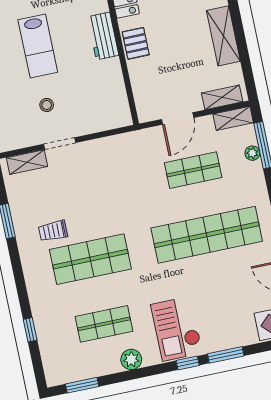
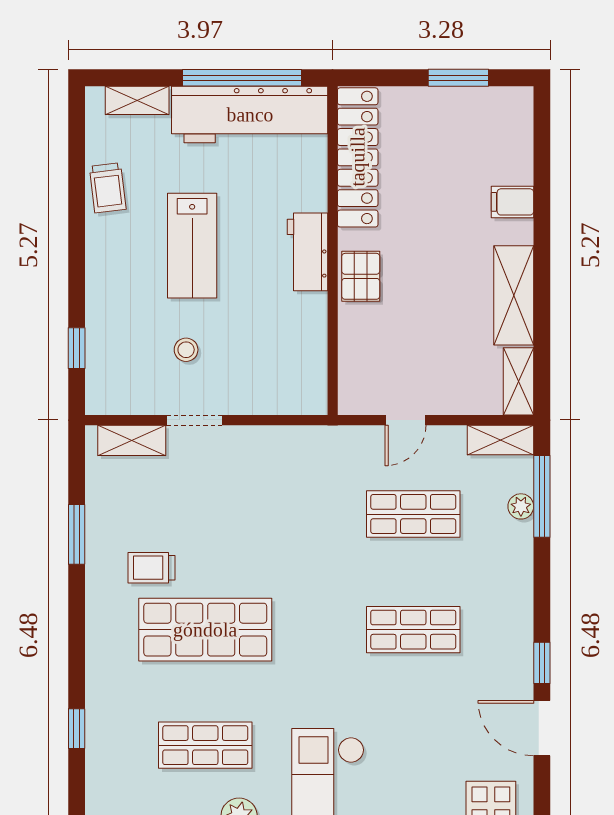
shelving: (222, 97) -> (518, 381), moved, turned 90
door: (178, 118) -> (405, 420), width x0.73
shop shelf: (207, 235) -> (413, 630), width x0.50, depth x0.74

